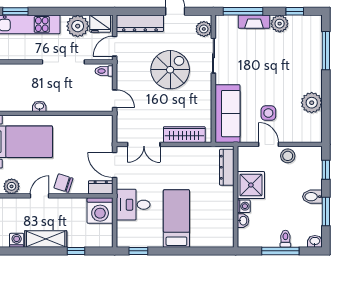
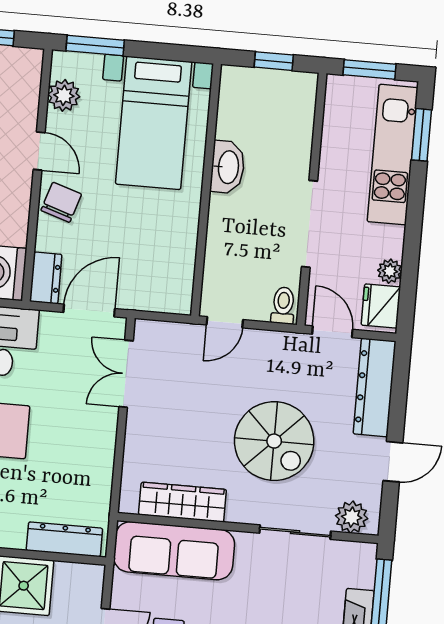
plant: (78, 26) -> (390, 271), width x0.53, depth x0.53
washbasin: (39, 106) -> (228, 167), width x1.91, depth x1.45
wardrobe: (184, 135) -> (182, 502), moved, turned -90

